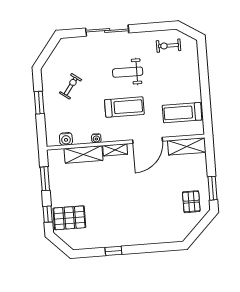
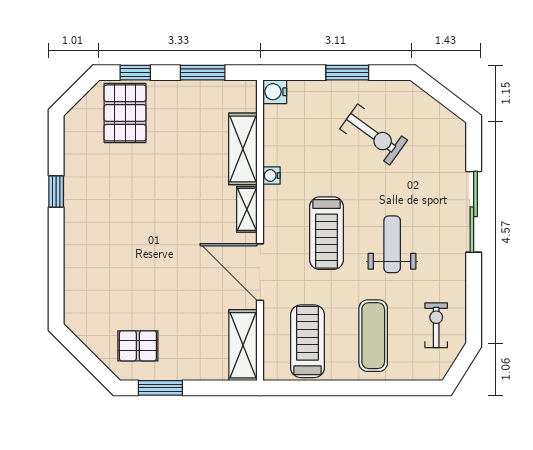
exercise mat: (176, 78) -> (373, 336), added
exercise bike: (71, 86) -> (374, 134), width x1.38, depth x1.39
water cooler: (66, 139) -> (275, 92), moved

